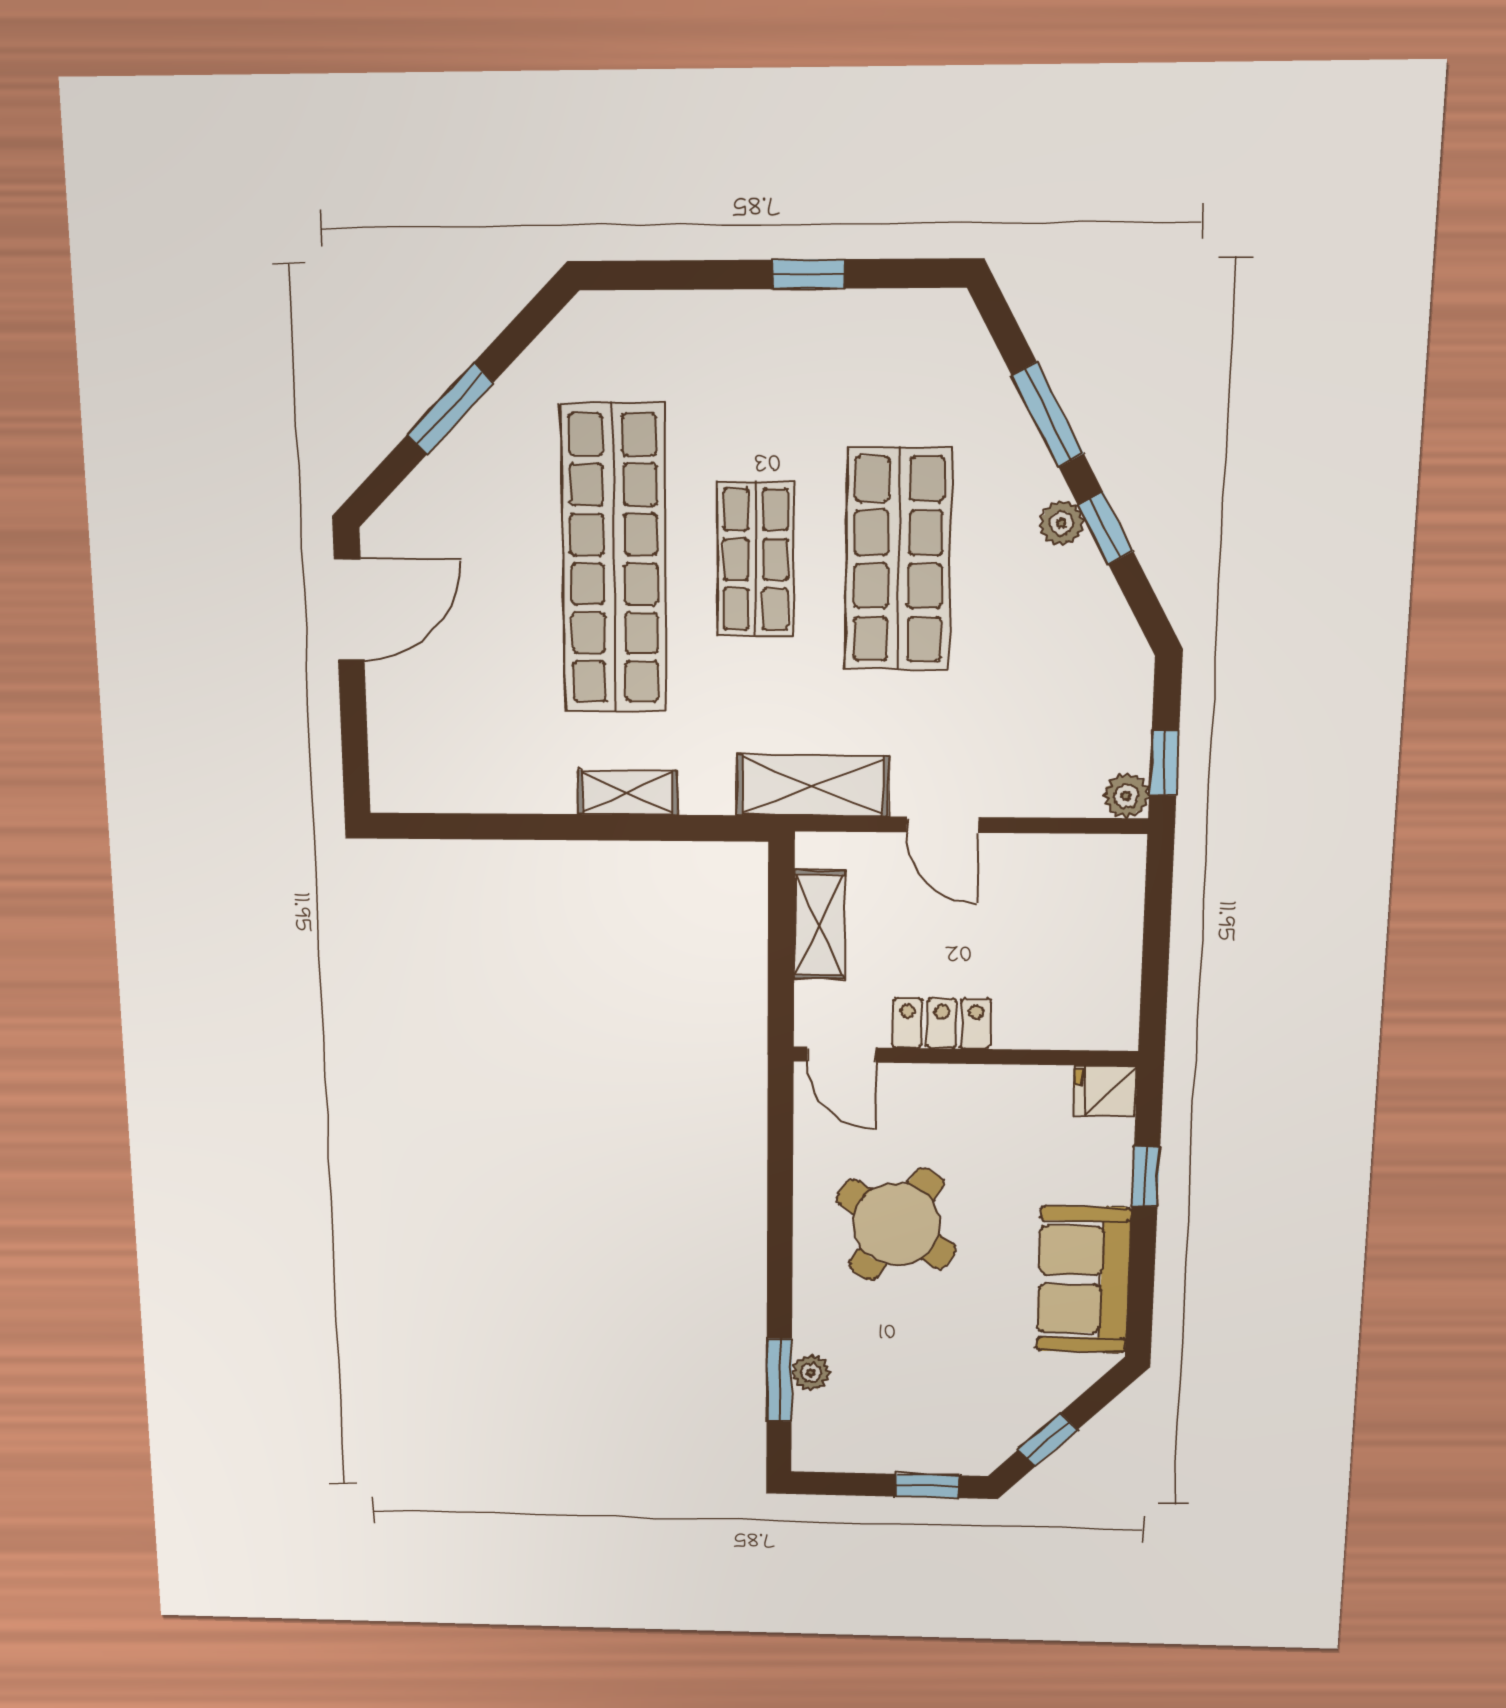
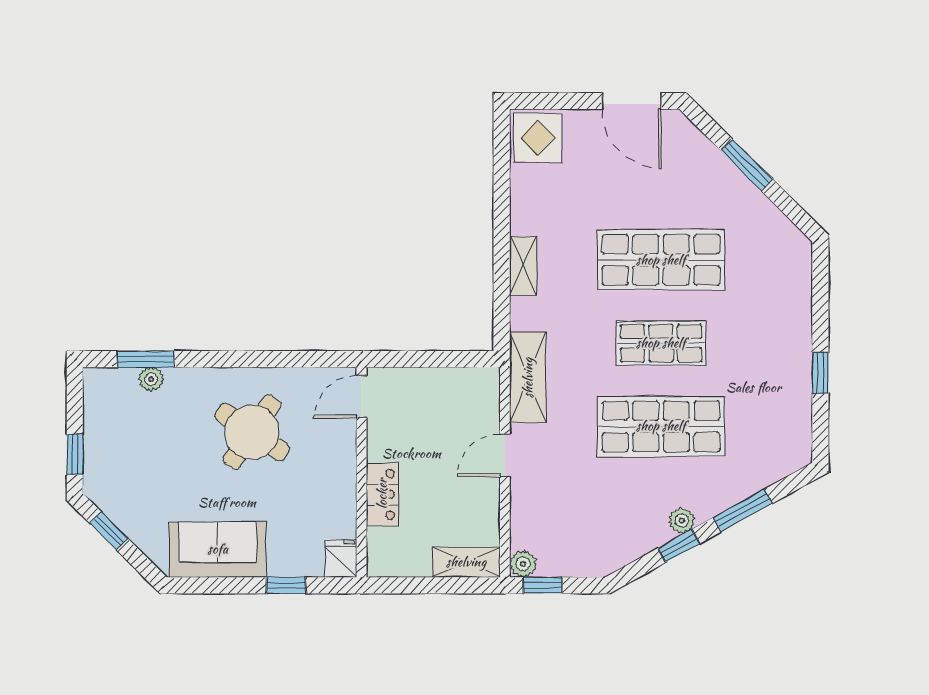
shop shelf: (614, 559) -> (661, 260), width x0.71
display table: (416, 767) -> (538, 138), added
shelving: (819, 925) -> (466, 562), moved
locker: (941, 1023) -> (382, 494), moved

